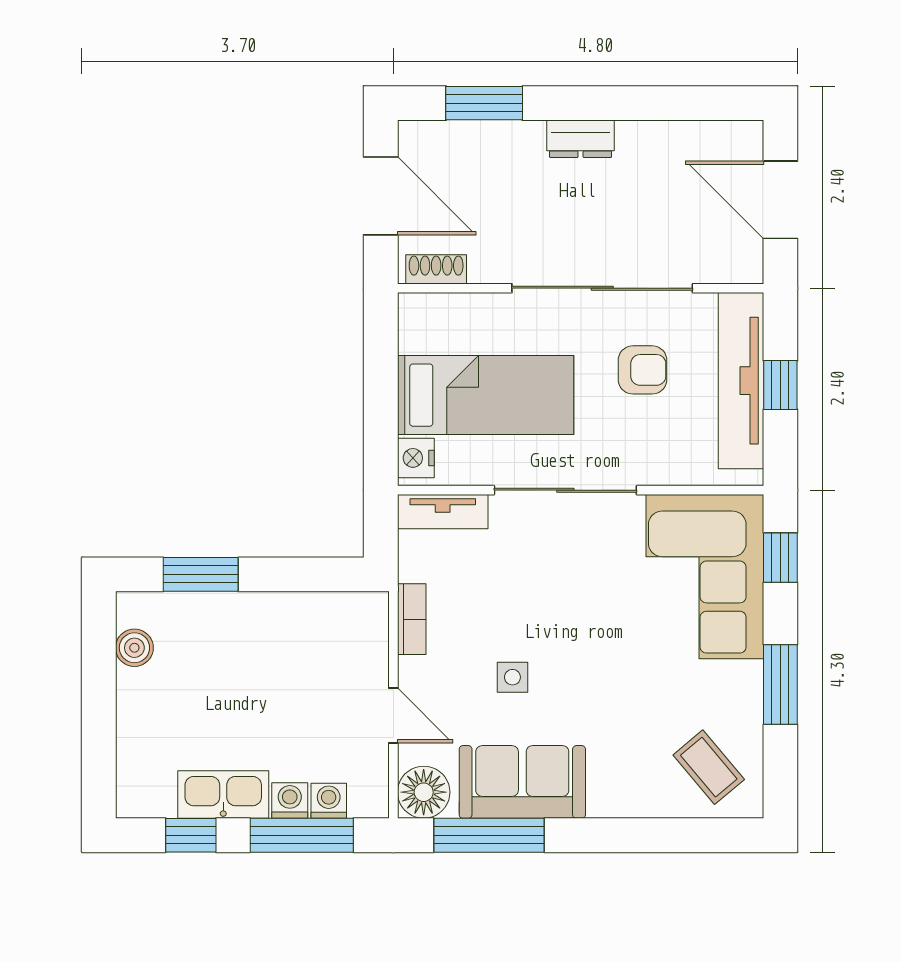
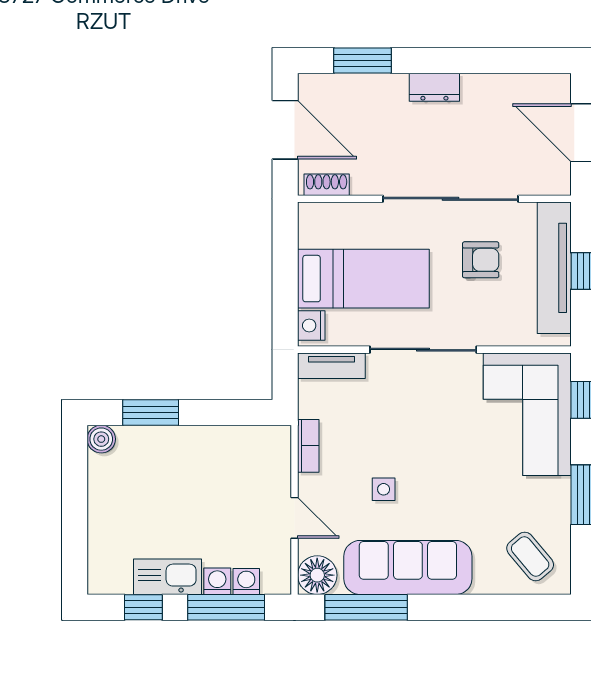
boiler: (134, 648) -> (101, 439), moved
sofa: (522, 782) -> (408, 567), width x1.36

